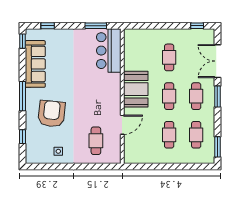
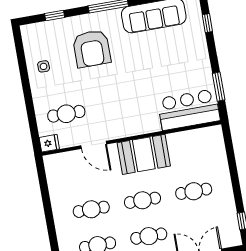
armchair: (52, 114) -> (92, 49), turned 84
fridge: (115, 157) -> (49, 143), added

